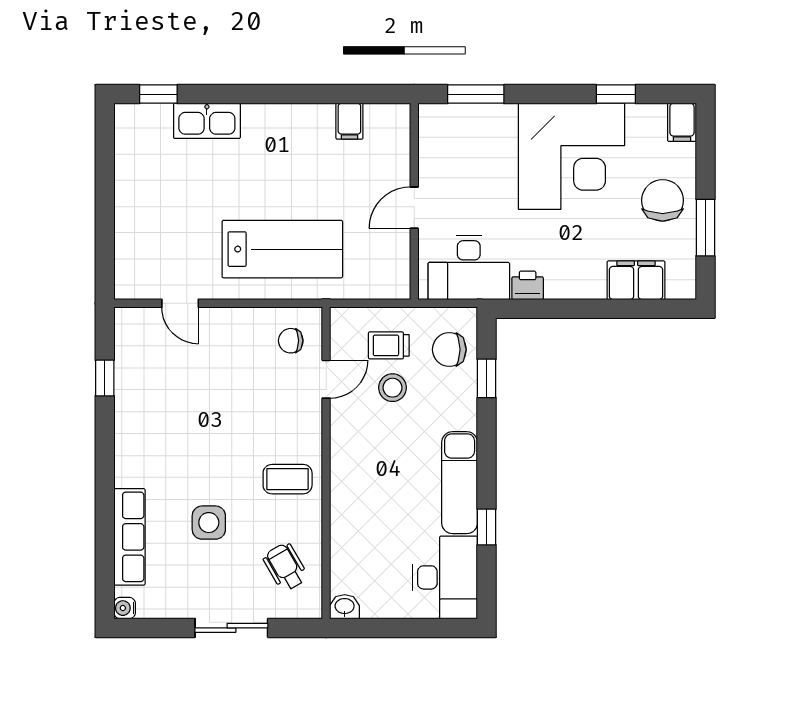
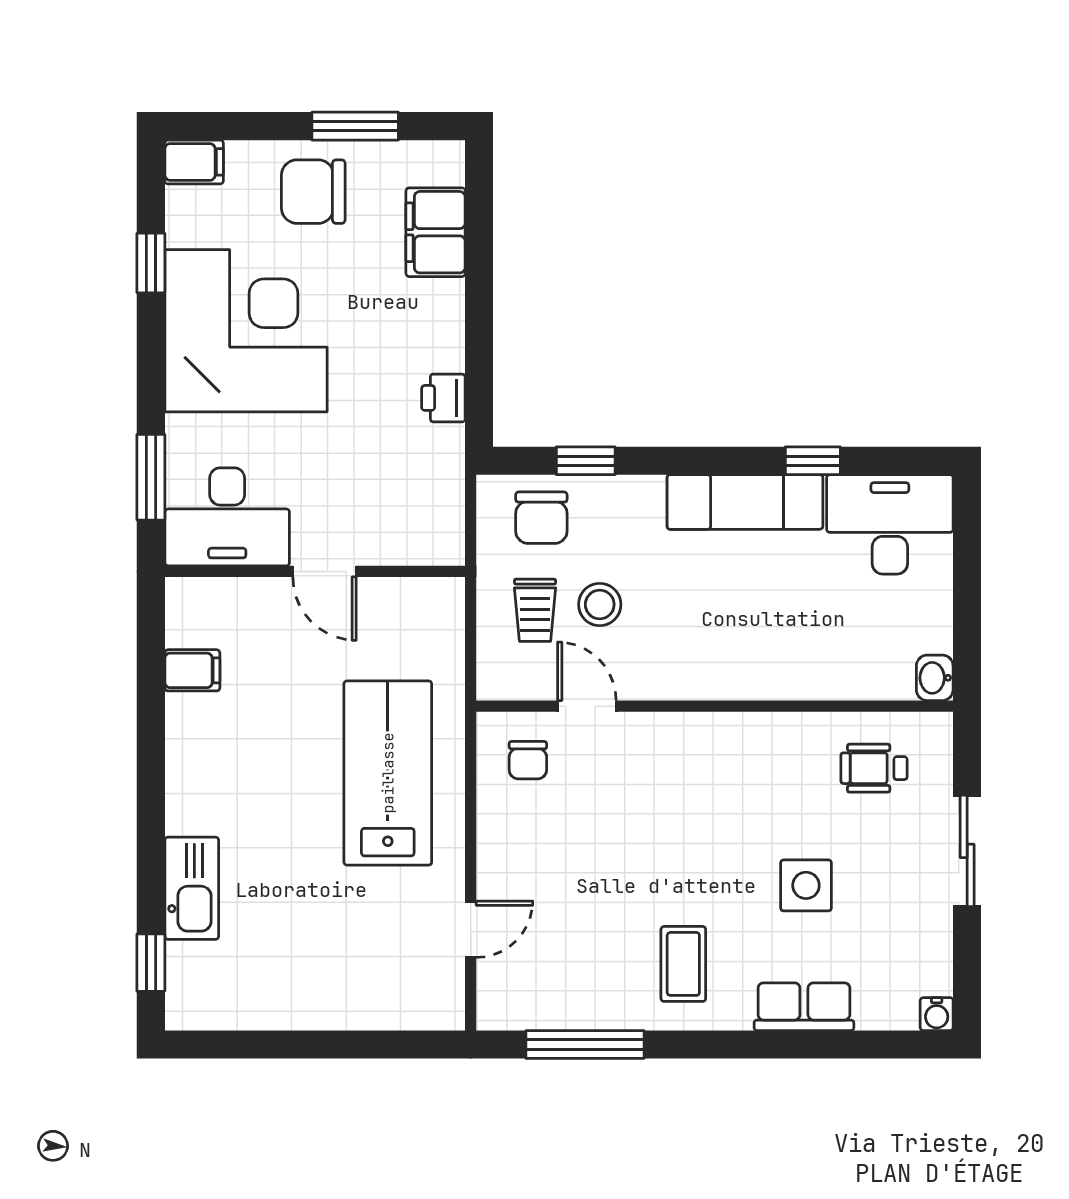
desk: (469, 268) -> (227, 517), moved, turned 90
window: (105, 378) -> (585, 1044), width x2.17
coffee table: (288, 479) -> (683, 964), moved
row of seats: (129, 537) -> (804, 1007), width x0.68
wheelchair: (285, 567) -> (874, 768), turned 30

